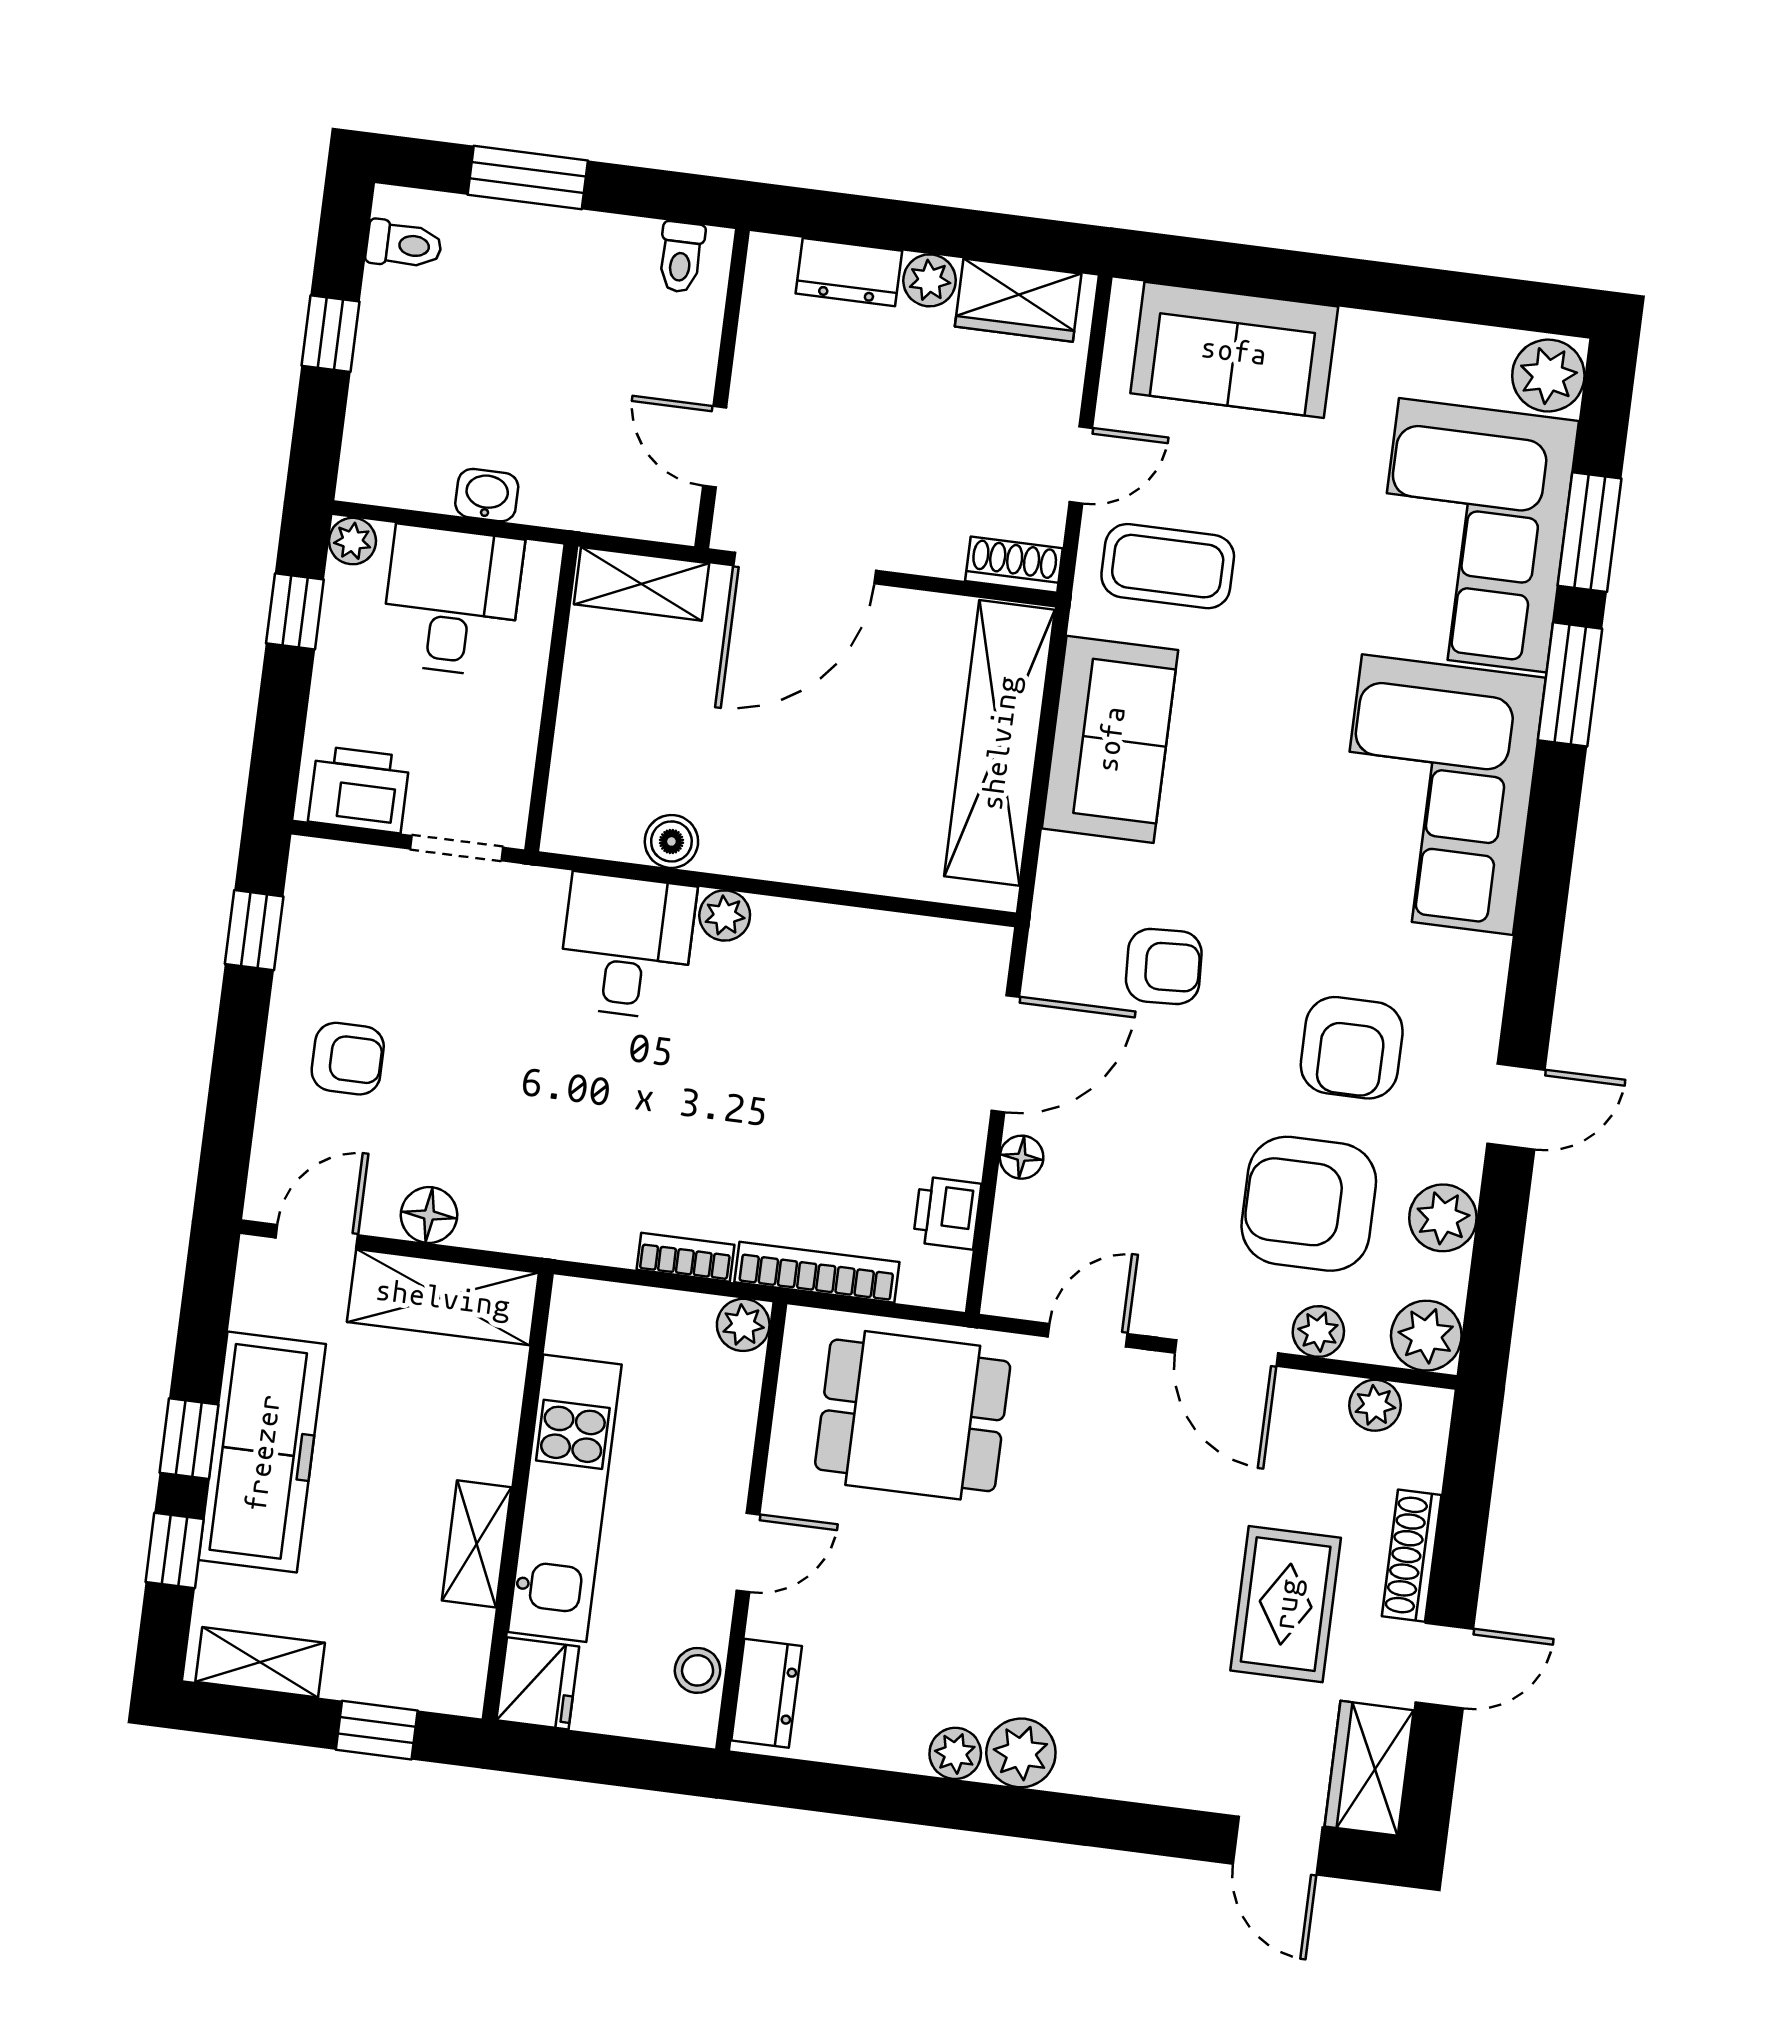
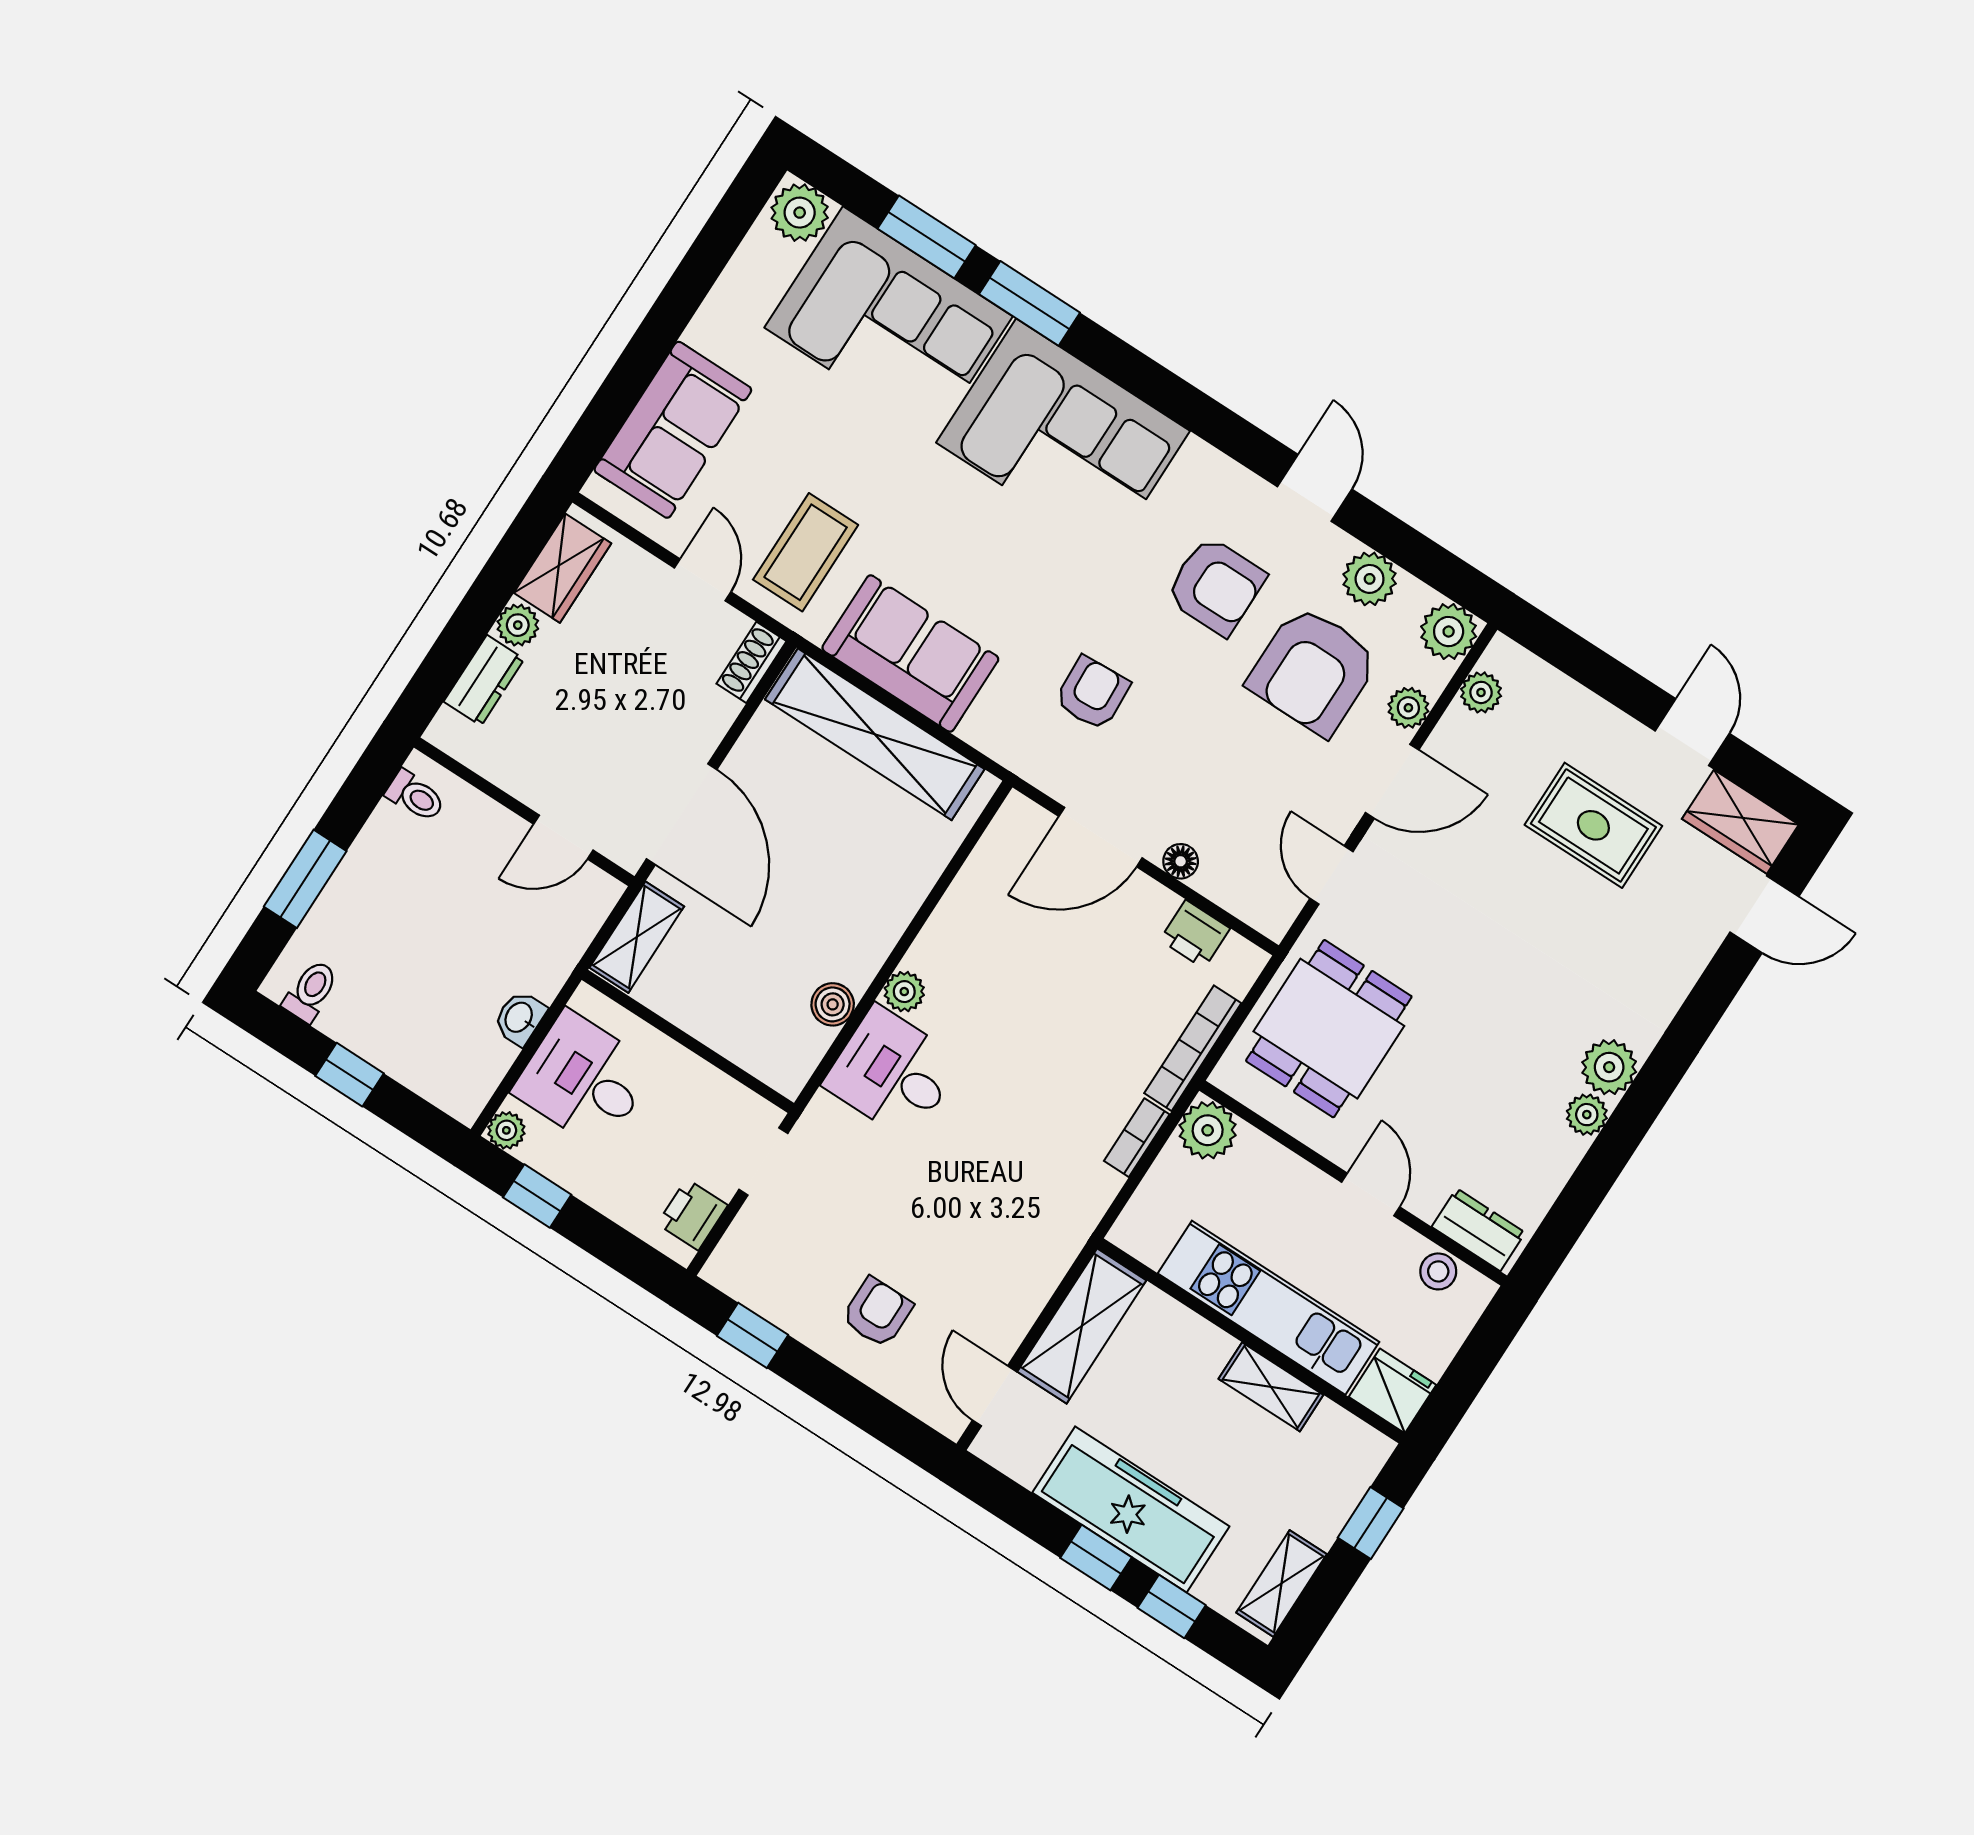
printer: (359, 789) -> (692, 1215), width x0.73, depth x0.81
door: (1005, 1054) -> (1101, 837), swing flipped
floor lamp: (429, 1215) -> (1018, 1308), removed
plant: (743, 1325) -> (1208, 1130), width x1.38, depth x1.38
shoe rack: (1412, 1556) -> (1602, 718), removed

